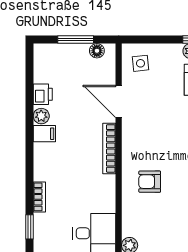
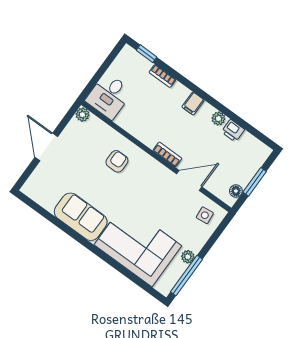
filing cabinet: (44, 134) -> (193, 103), moved
bookcase: (109, 148) -> (167, 154), width x0.64

